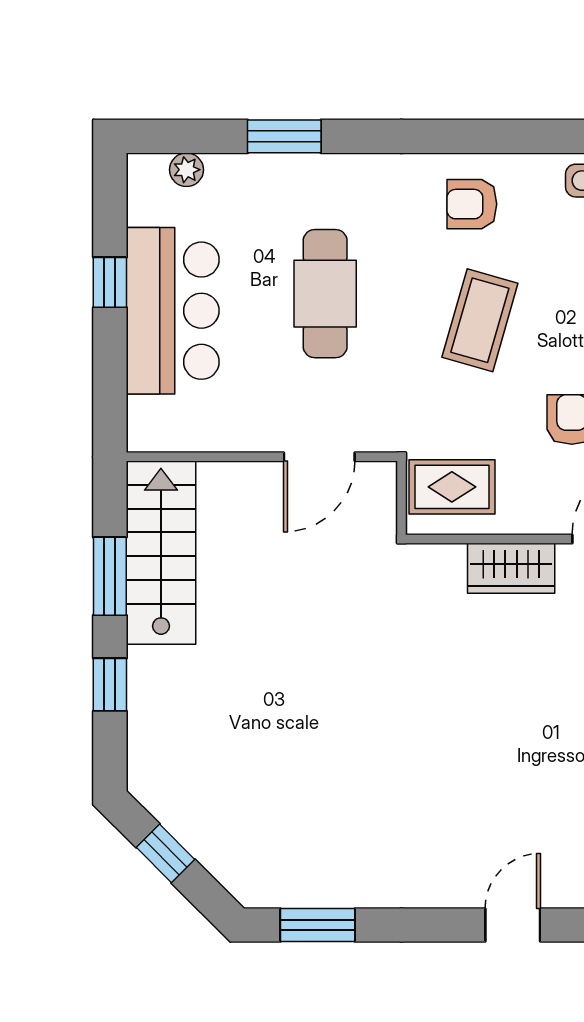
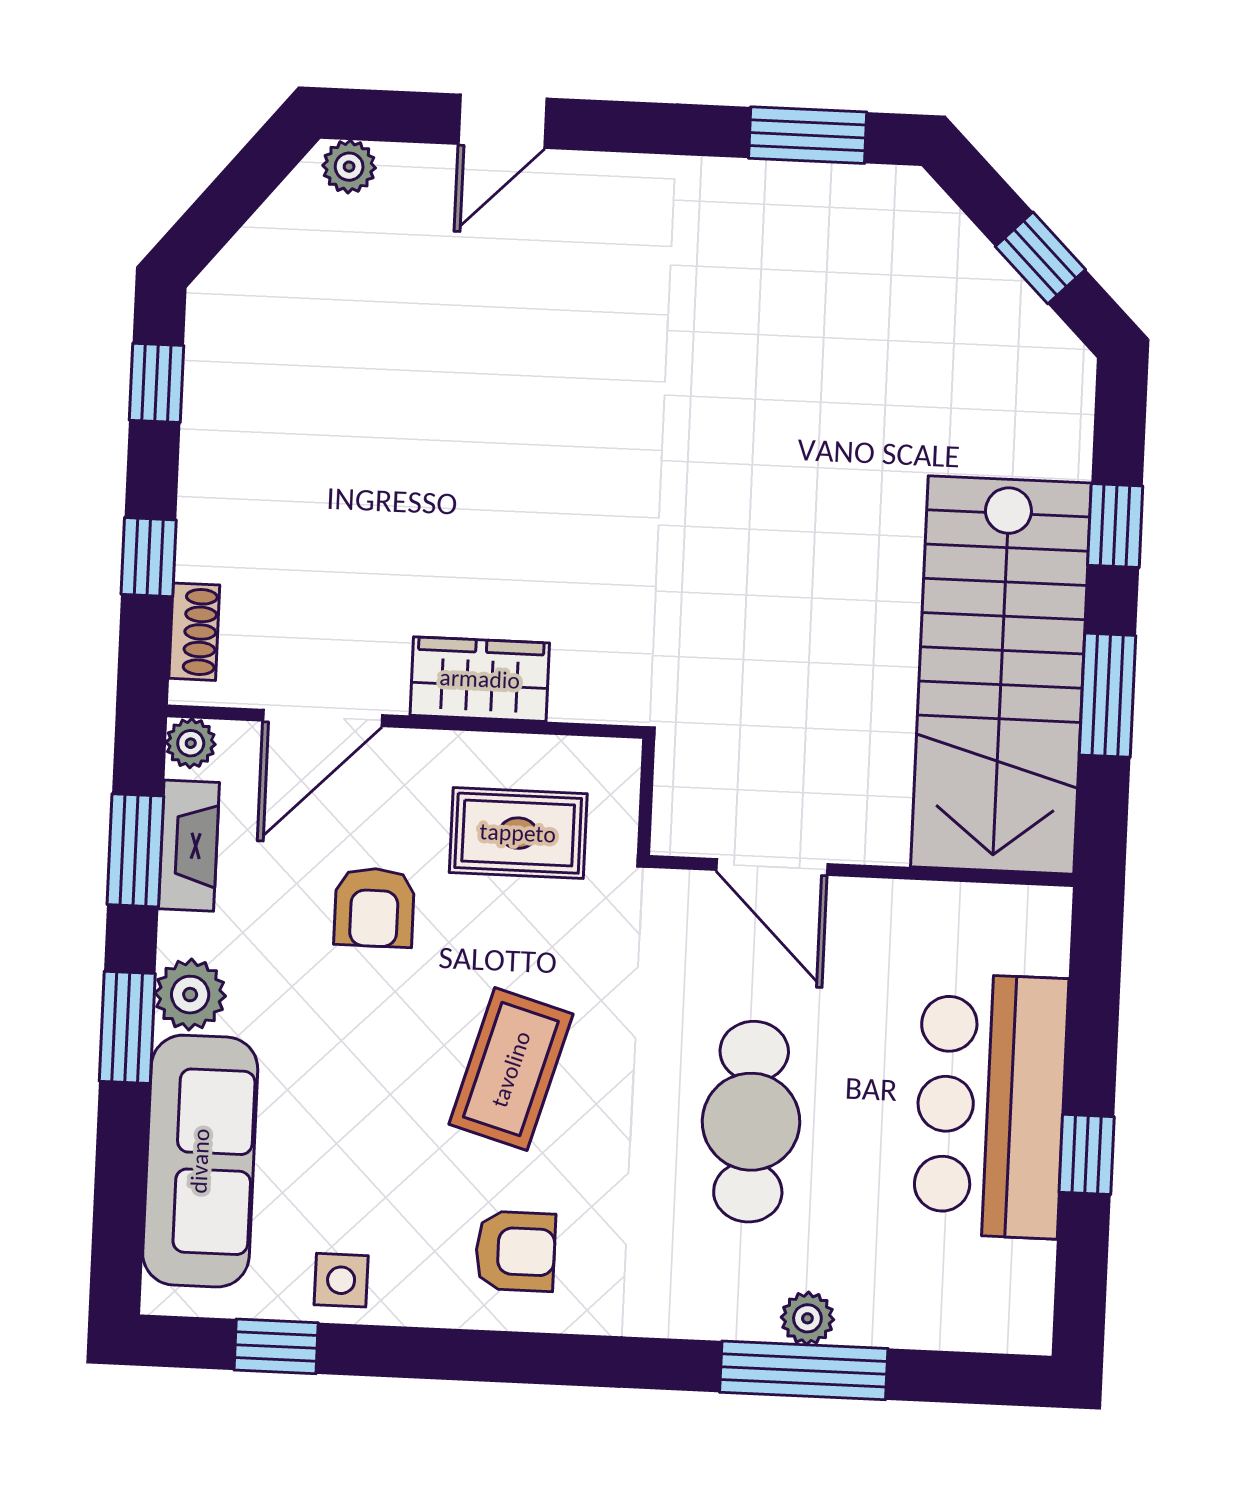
window: (284, 136) -> (804, 1370), width x1.44
plant: (187, 170) -> (807, 1318), moved
door: (319, 457) -> (772, 867), swing flipped
rug: (452, 487) -> (518, 833), moved
stairs: (161, 553) -> (1001, 675), width x1.36, depth x1.51

